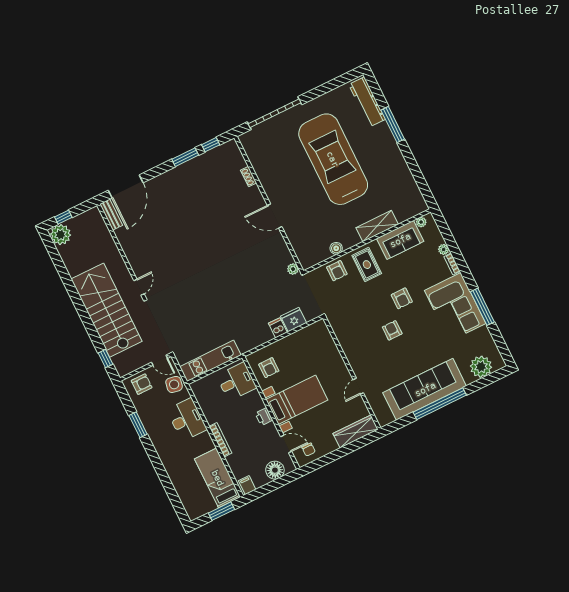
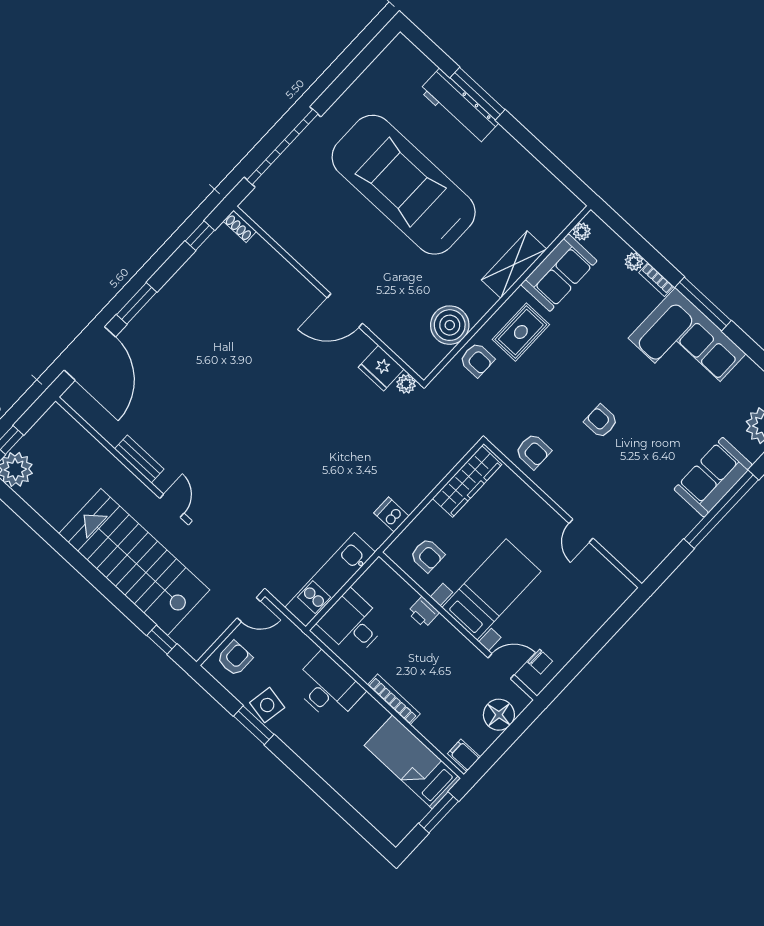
workbench: (367, 102) -> (459, 107), moved
window: (185, 157) -> (137, 303), moved
shoe rack: (249, 177) -> (240, 226), moved
bench: (111, 215) -> (139, 459), moved
boiler: (336, 248) -> (450, 325), width x1.86, depth x1.86
rug: (367, 265) -> (521, 332), turned 90
armchair: (402, 298) -> (533, 451), moved
window: (482, 307) -> (703, 304), moved
fridge: (294, 320) -> (381, 368), moved, turned -90
dishwasher: (278, 328) -> (391, 515), moved
desk: (236, 382) -> (352, 623), moved, turned -90
side table: (174, 384) -> (267, 705), moved
sofa: (425, 389) -> (713, 477), width x0.54, depth x0.79
printer: (264, 417) -> (423, 612), moved
wardrobe: (355, 431) -> (467, 481), moved, turned 180

